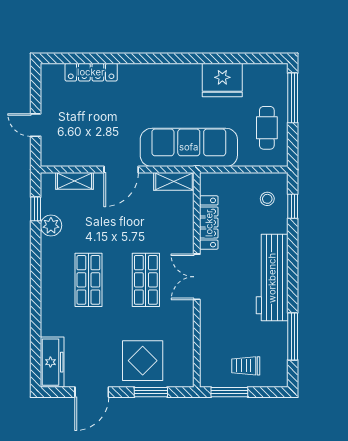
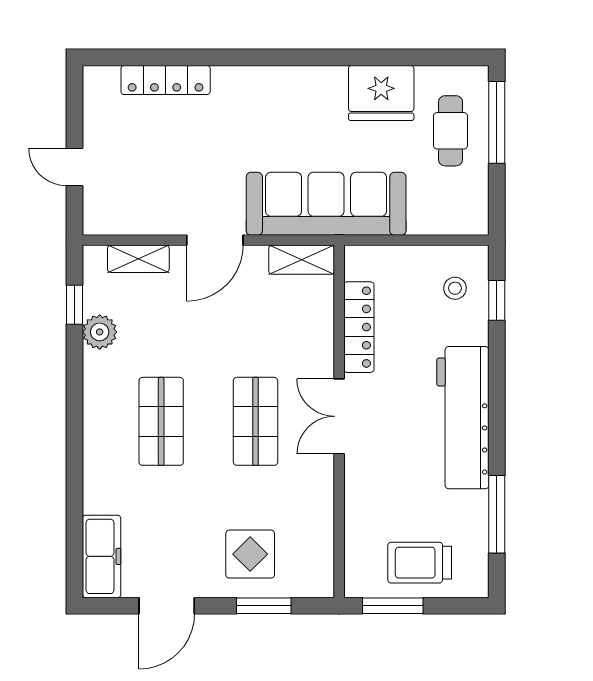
cafe table: (267, 128) -> (450, 131), moved
display table: (143, 361) -> (250, 554), width x0.73, depth x0.73
trolley: (246, 366) -> (420, 563), width x1.36, depth x1.39

